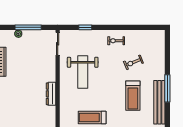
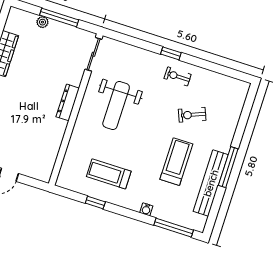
window: (85, 27) -> (171, 53), moved
dresser: (51, 94) -> (68, 102), moved
treadmill: (133, 96) -> (176, 162), turned 180

